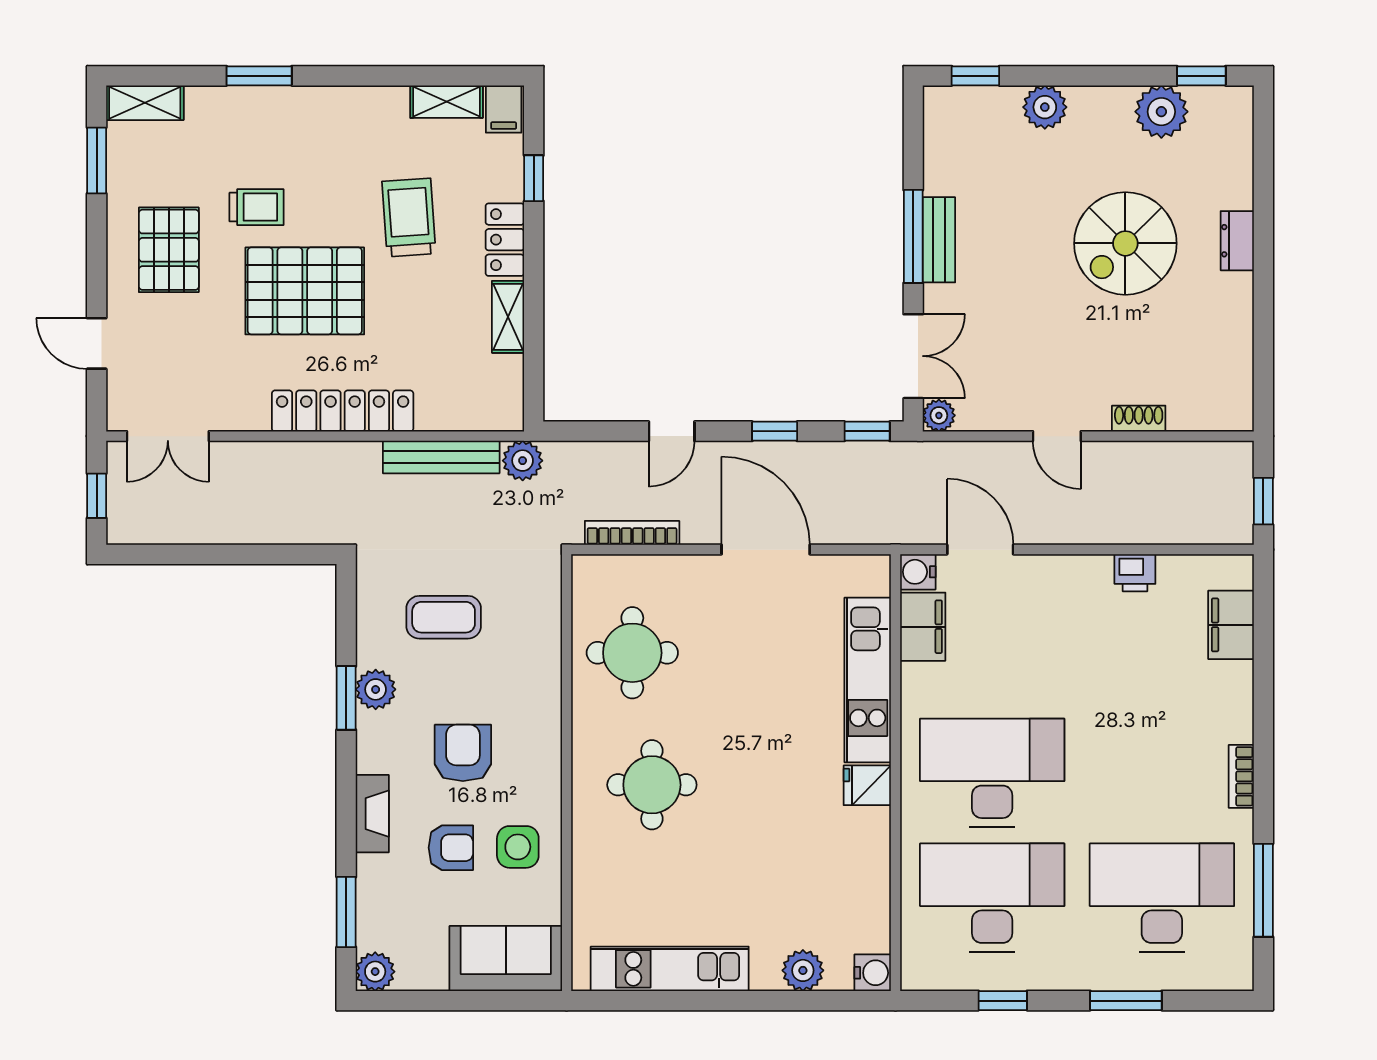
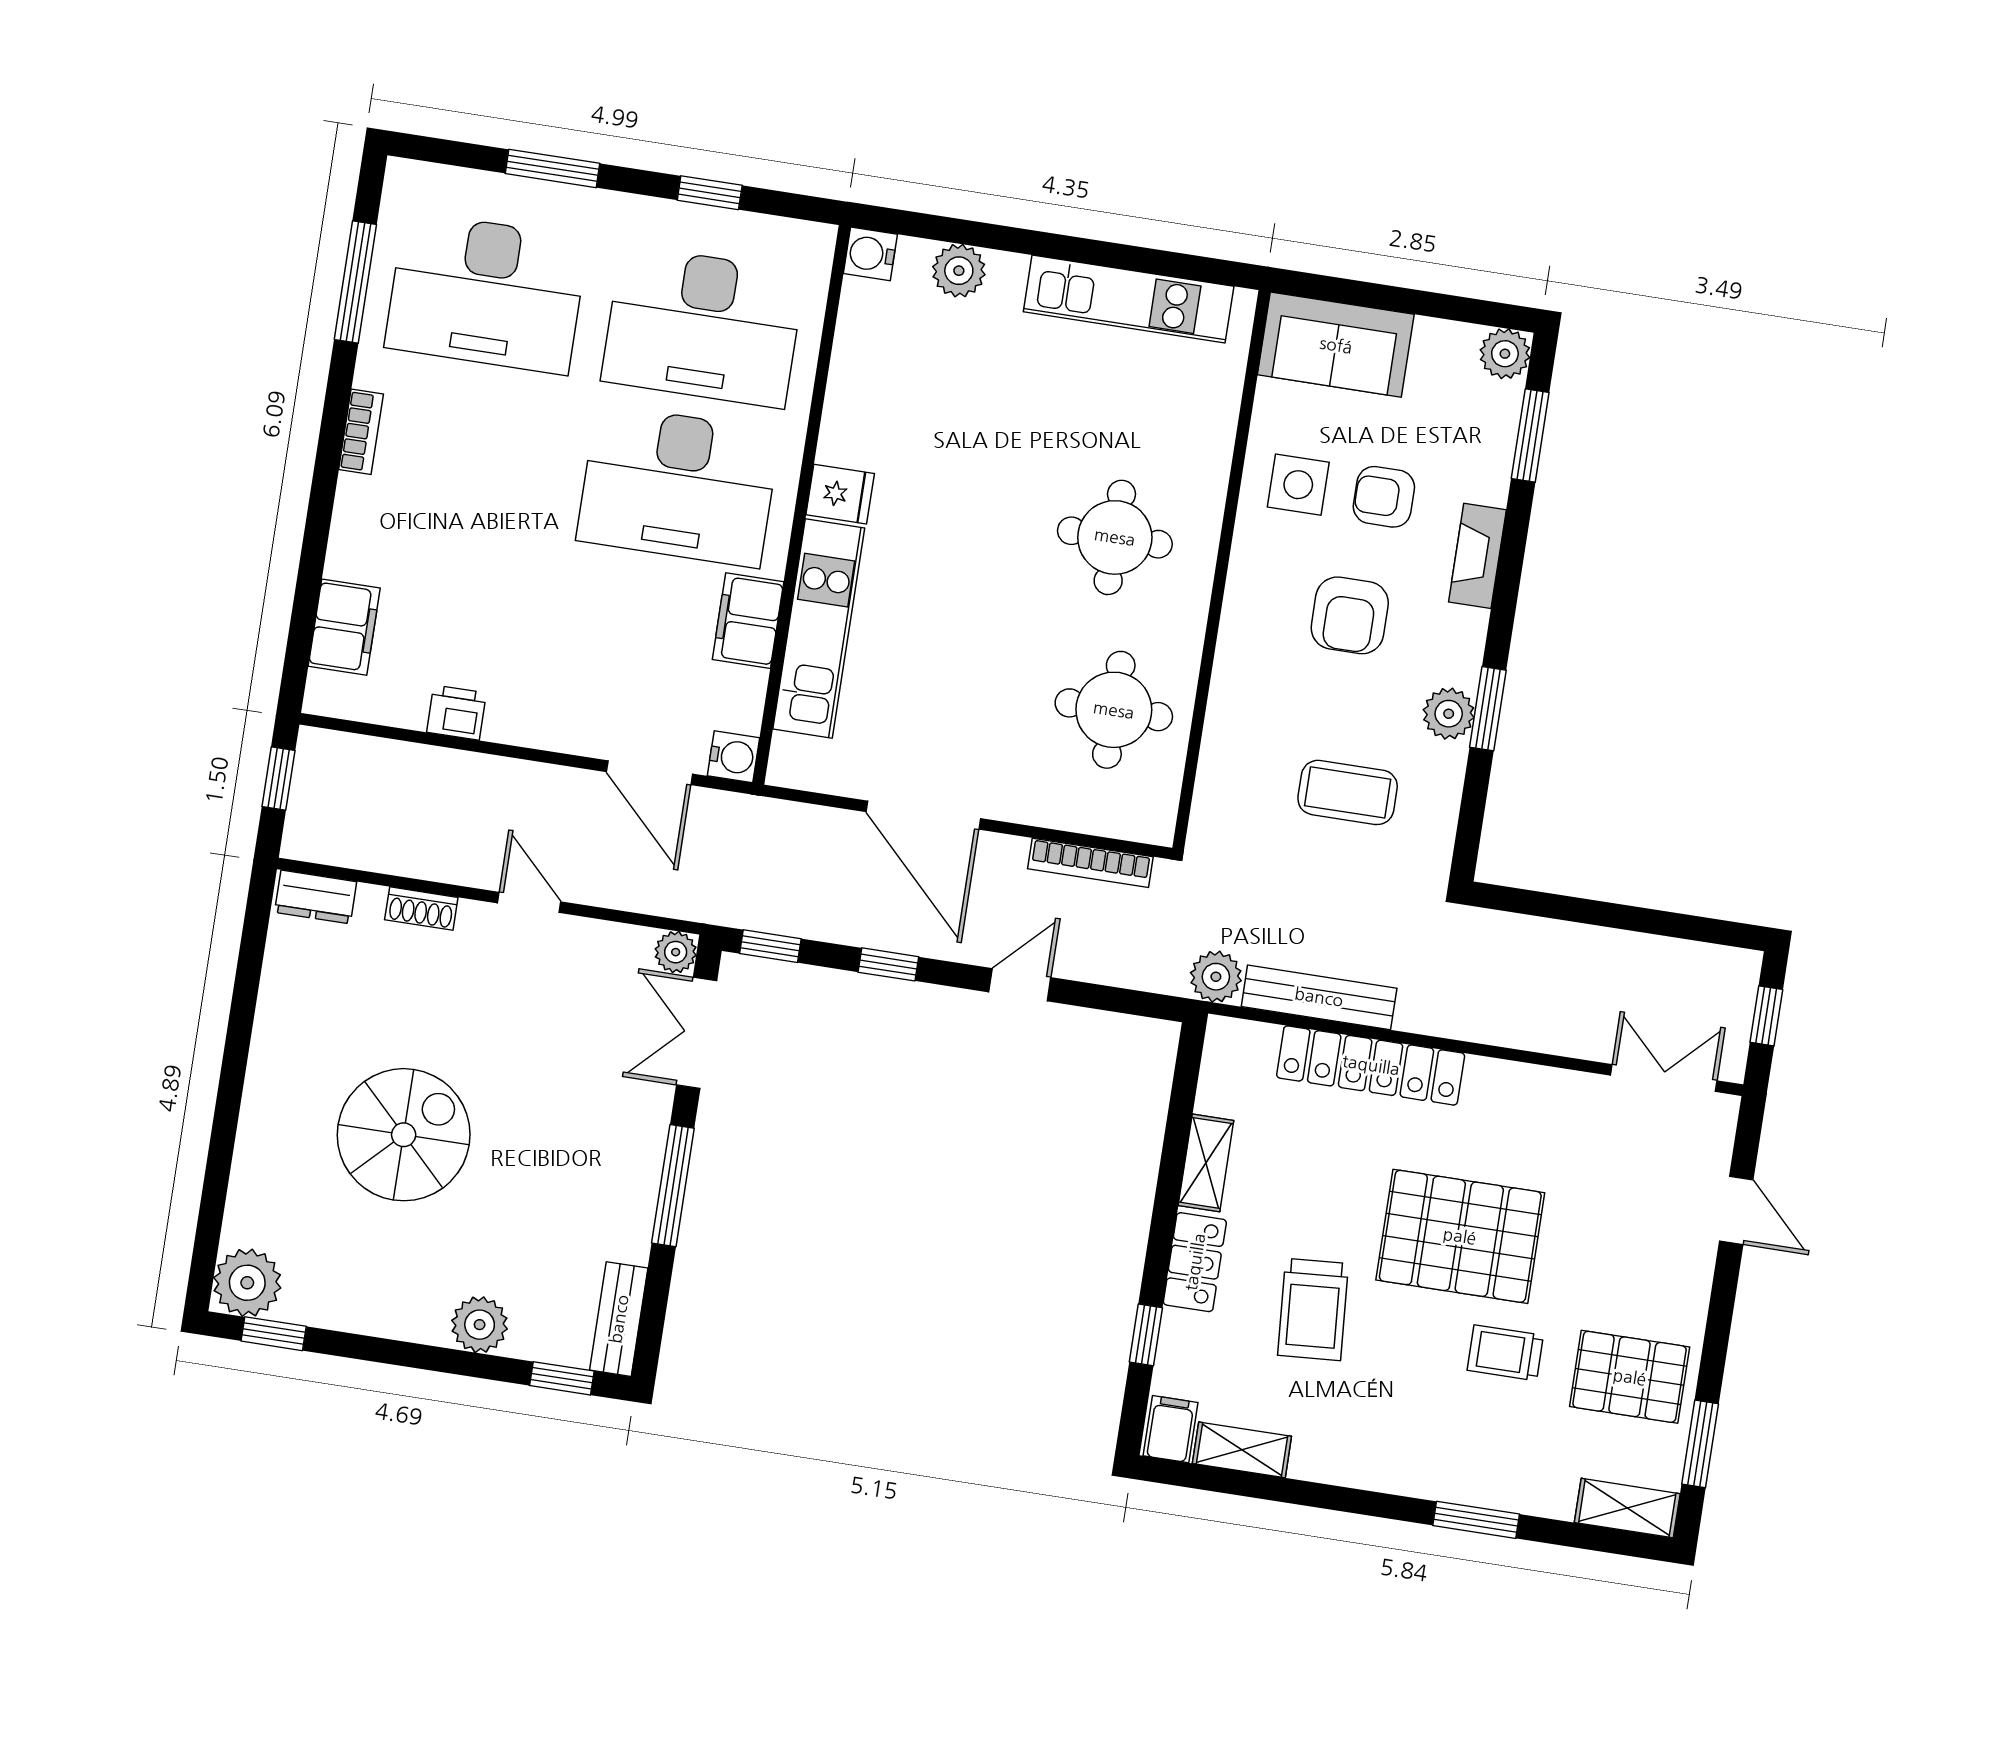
plant: (1161, 112) -> (247, 1283), moved
bench: (939, 240) -> (619, 1319), moved
dresser: (1237, 241) -> (316, 897), moved, turned 90
pallet: (169, 250) -> (1630, 1377), moved, turned 90
locker: (343, 411) -> (1371, 1065), moved
filing cabinet: (923, 627) -> (748, 621), moved

